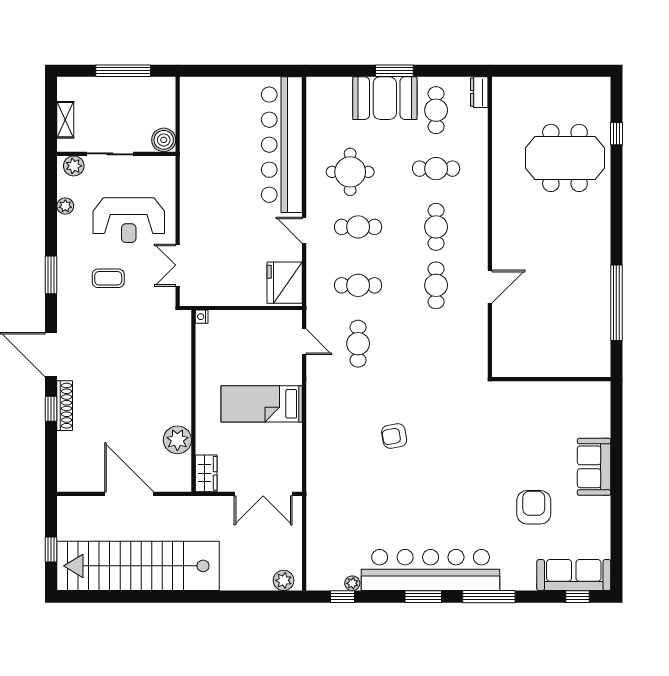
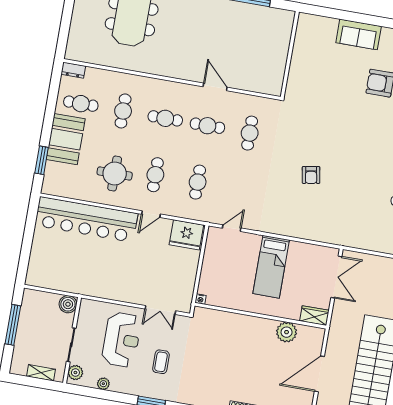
window: (394, 71) -> (42, 160), moved
cafe table: (358, 344) -> (250, 133), moved, turned 90

